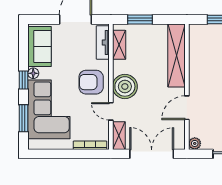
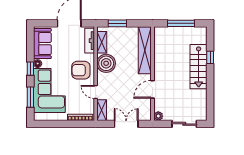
boiler: (125, 86) -> (106, 63), moved
double door: (152, 154) -> (126, 124), width x0.73

